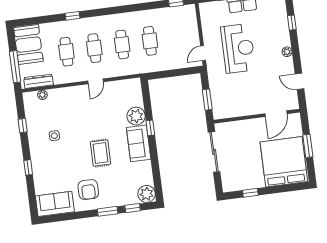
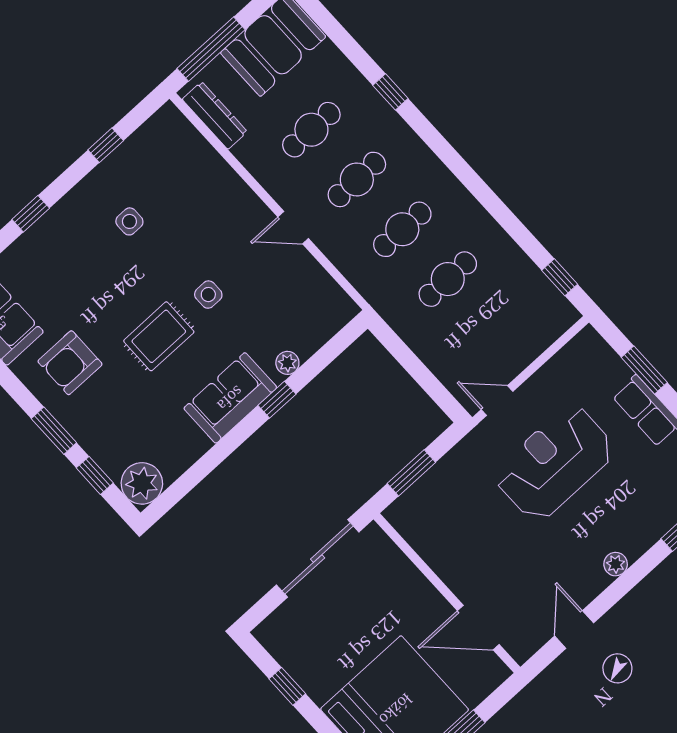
reception desk: (238, 48) -> (555, 463), turned 180
plant: (42, 95) -> (193, 142), removed
plant: (136, 116) -> (287, 363), width x0.53, depth x0.53
side table: (98, 126) -> (208, 295), added

